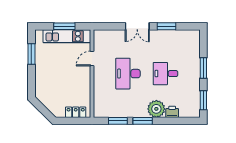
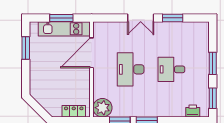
door: (92, 58) -> (92, 53), width x1.87
plant: (156, 109) -> (102, 108), moved
printer: (172, 112) -> (193, 111), moved

